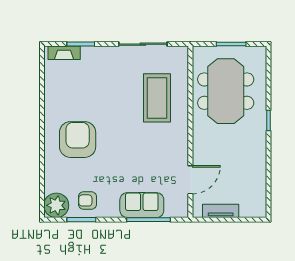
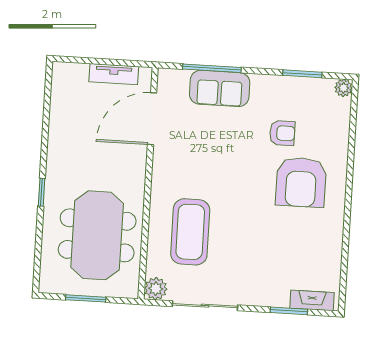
plant: (180, 54) -> (156, 289), added
door: (190, 180) -> (152, 119), width x1.36
armchair: (87, 200) -> (282, 133), moved
plant: (56, 205) -> (343, 88), width x0.53, depth x0.53

